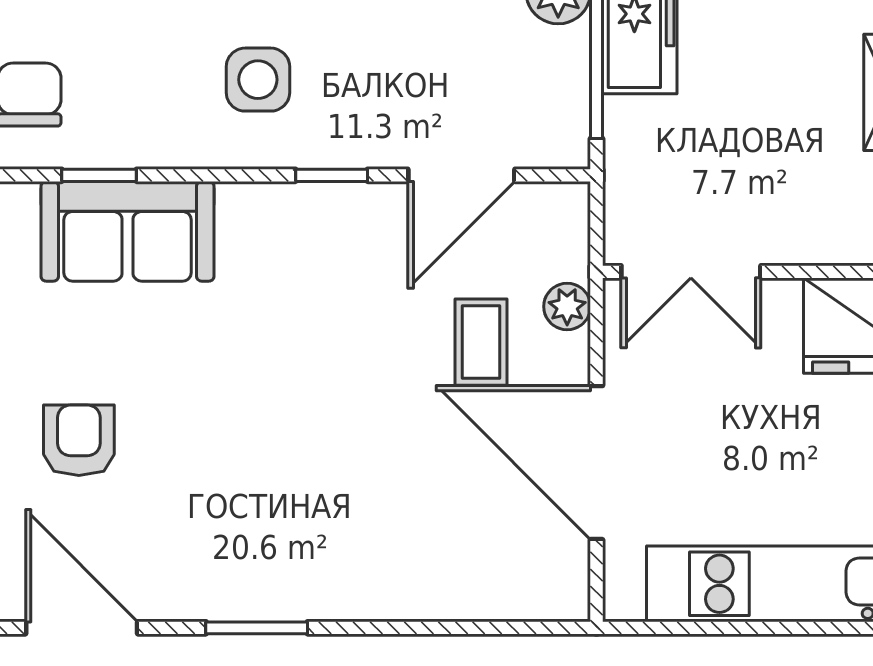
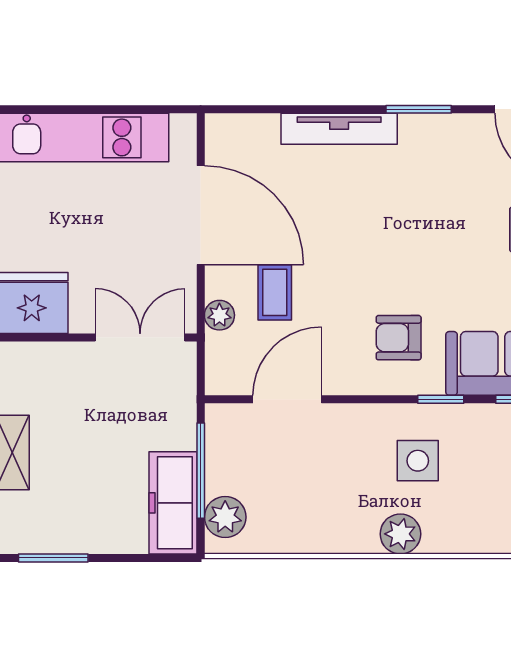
window: (332, 175) -> (441, 399), moved
armchair: (288, 272) -> (399, 338), added
tv unit: (381, 597) -> (339, 129), added

